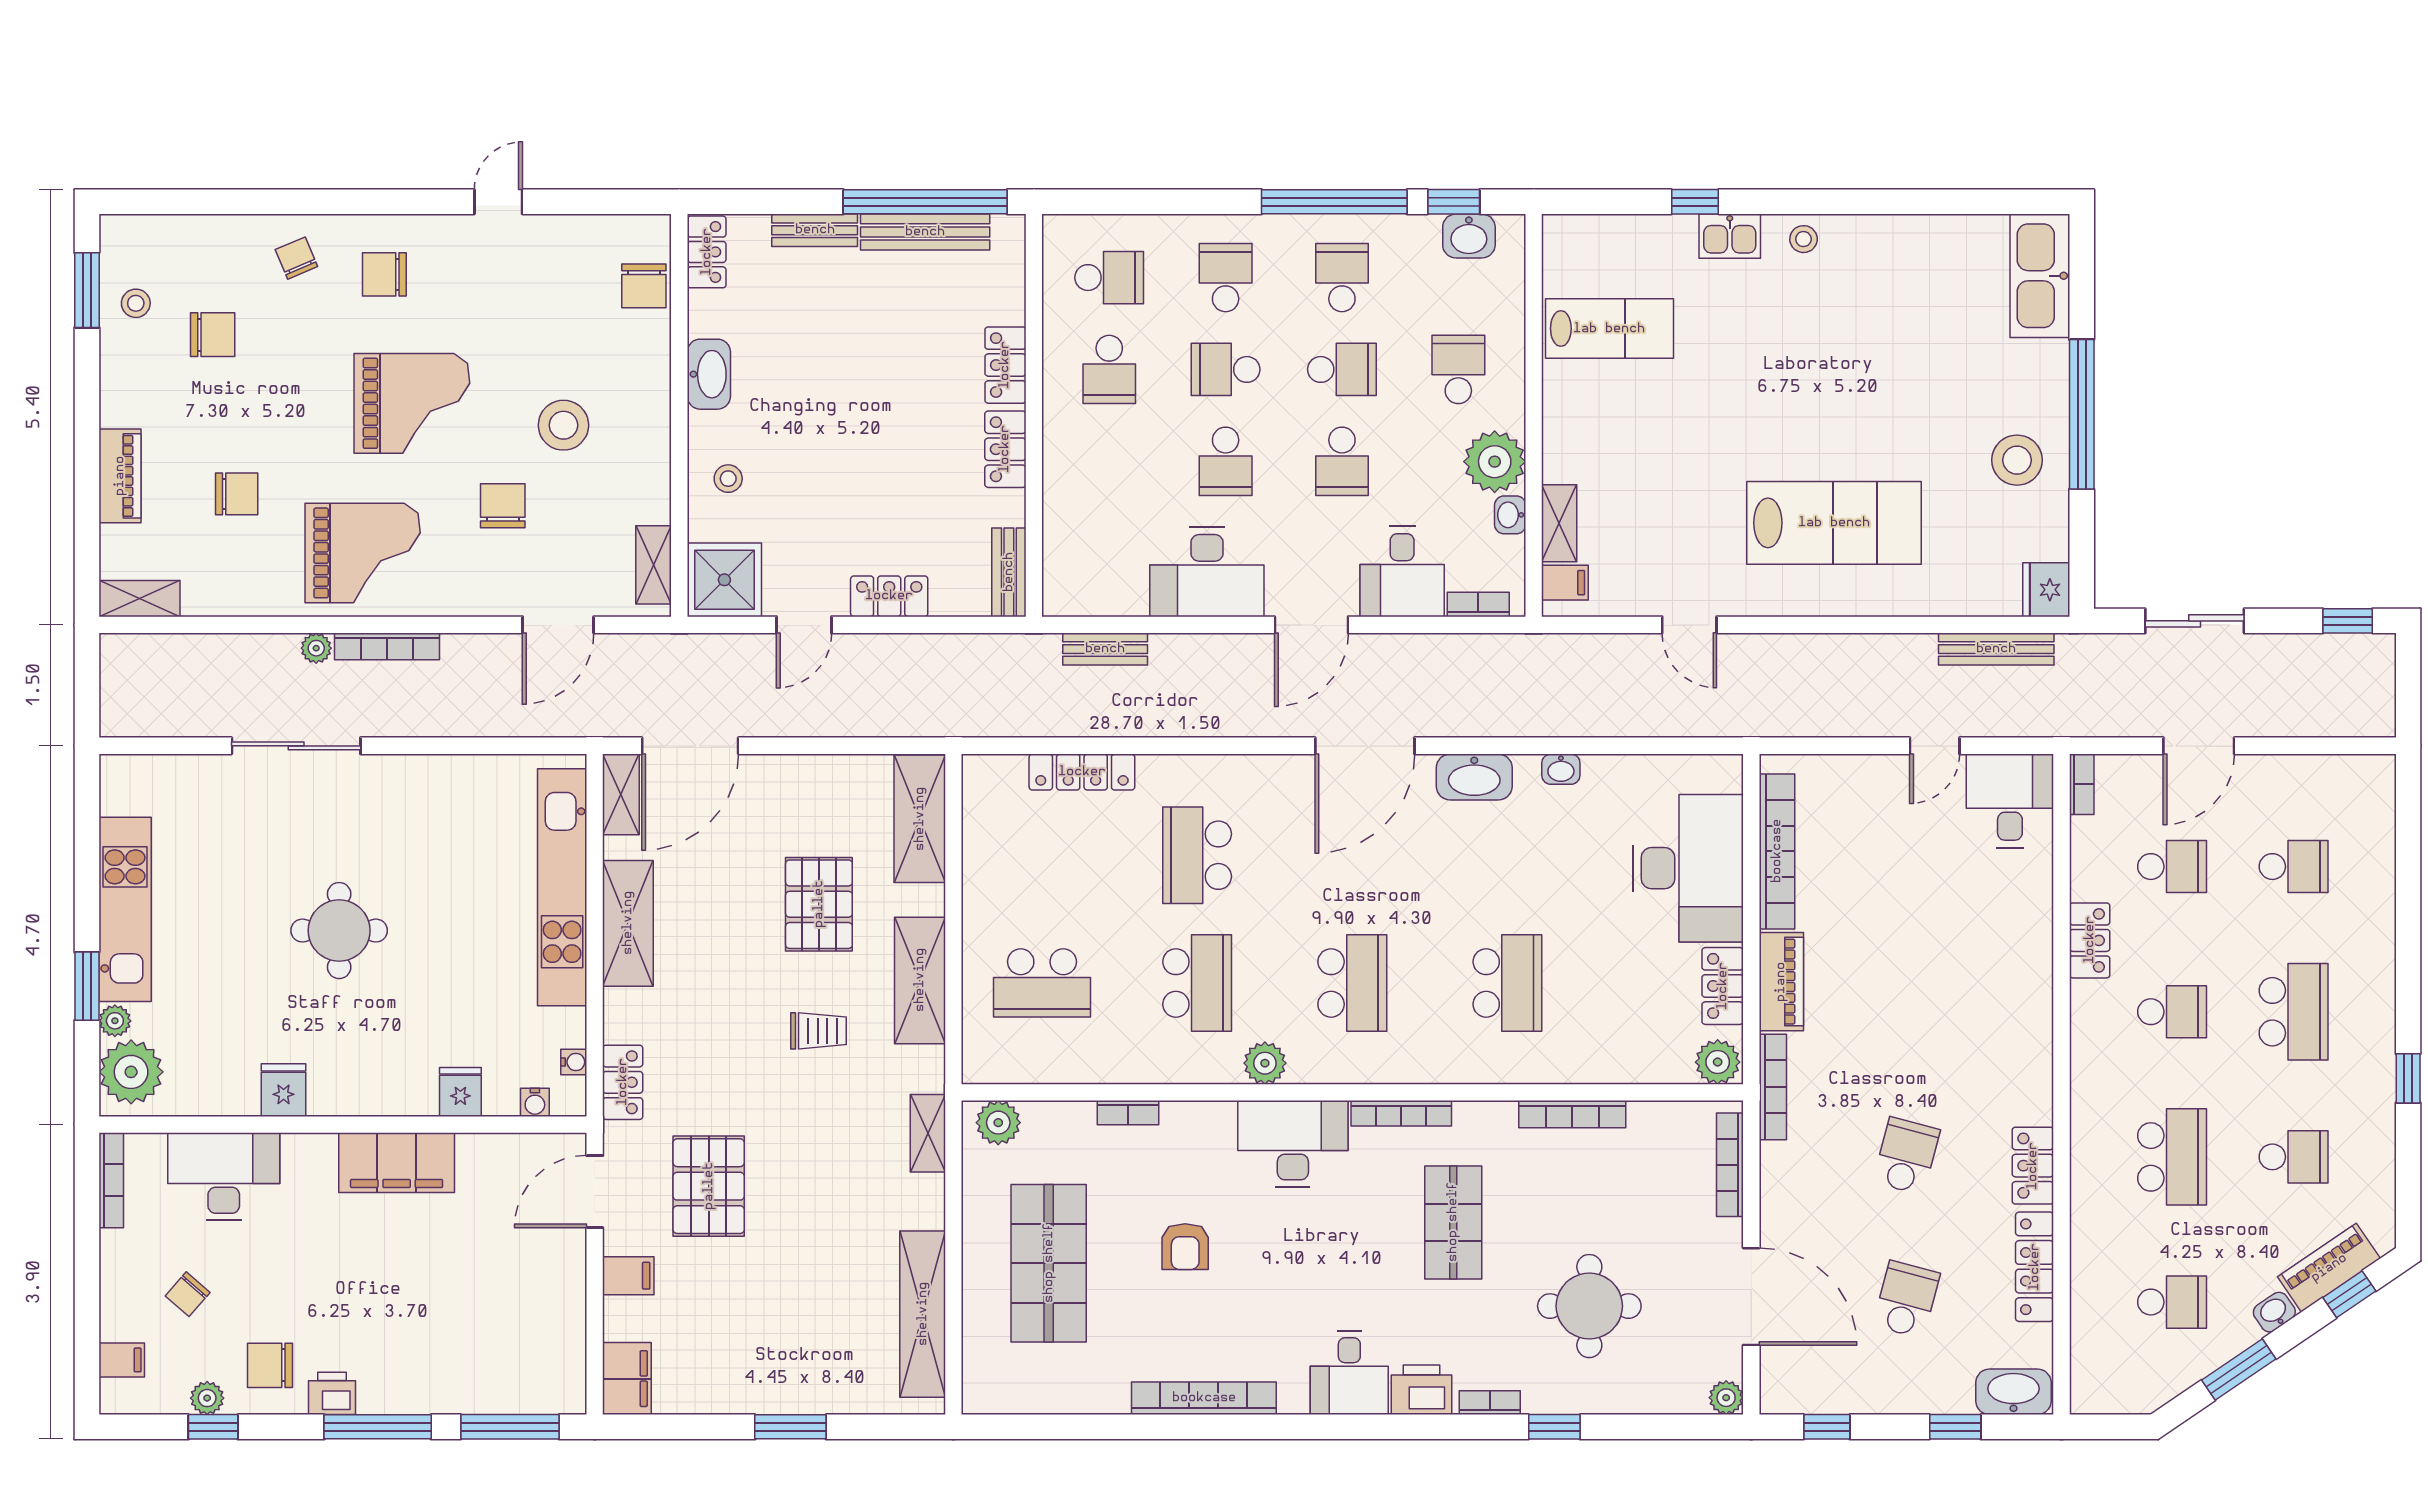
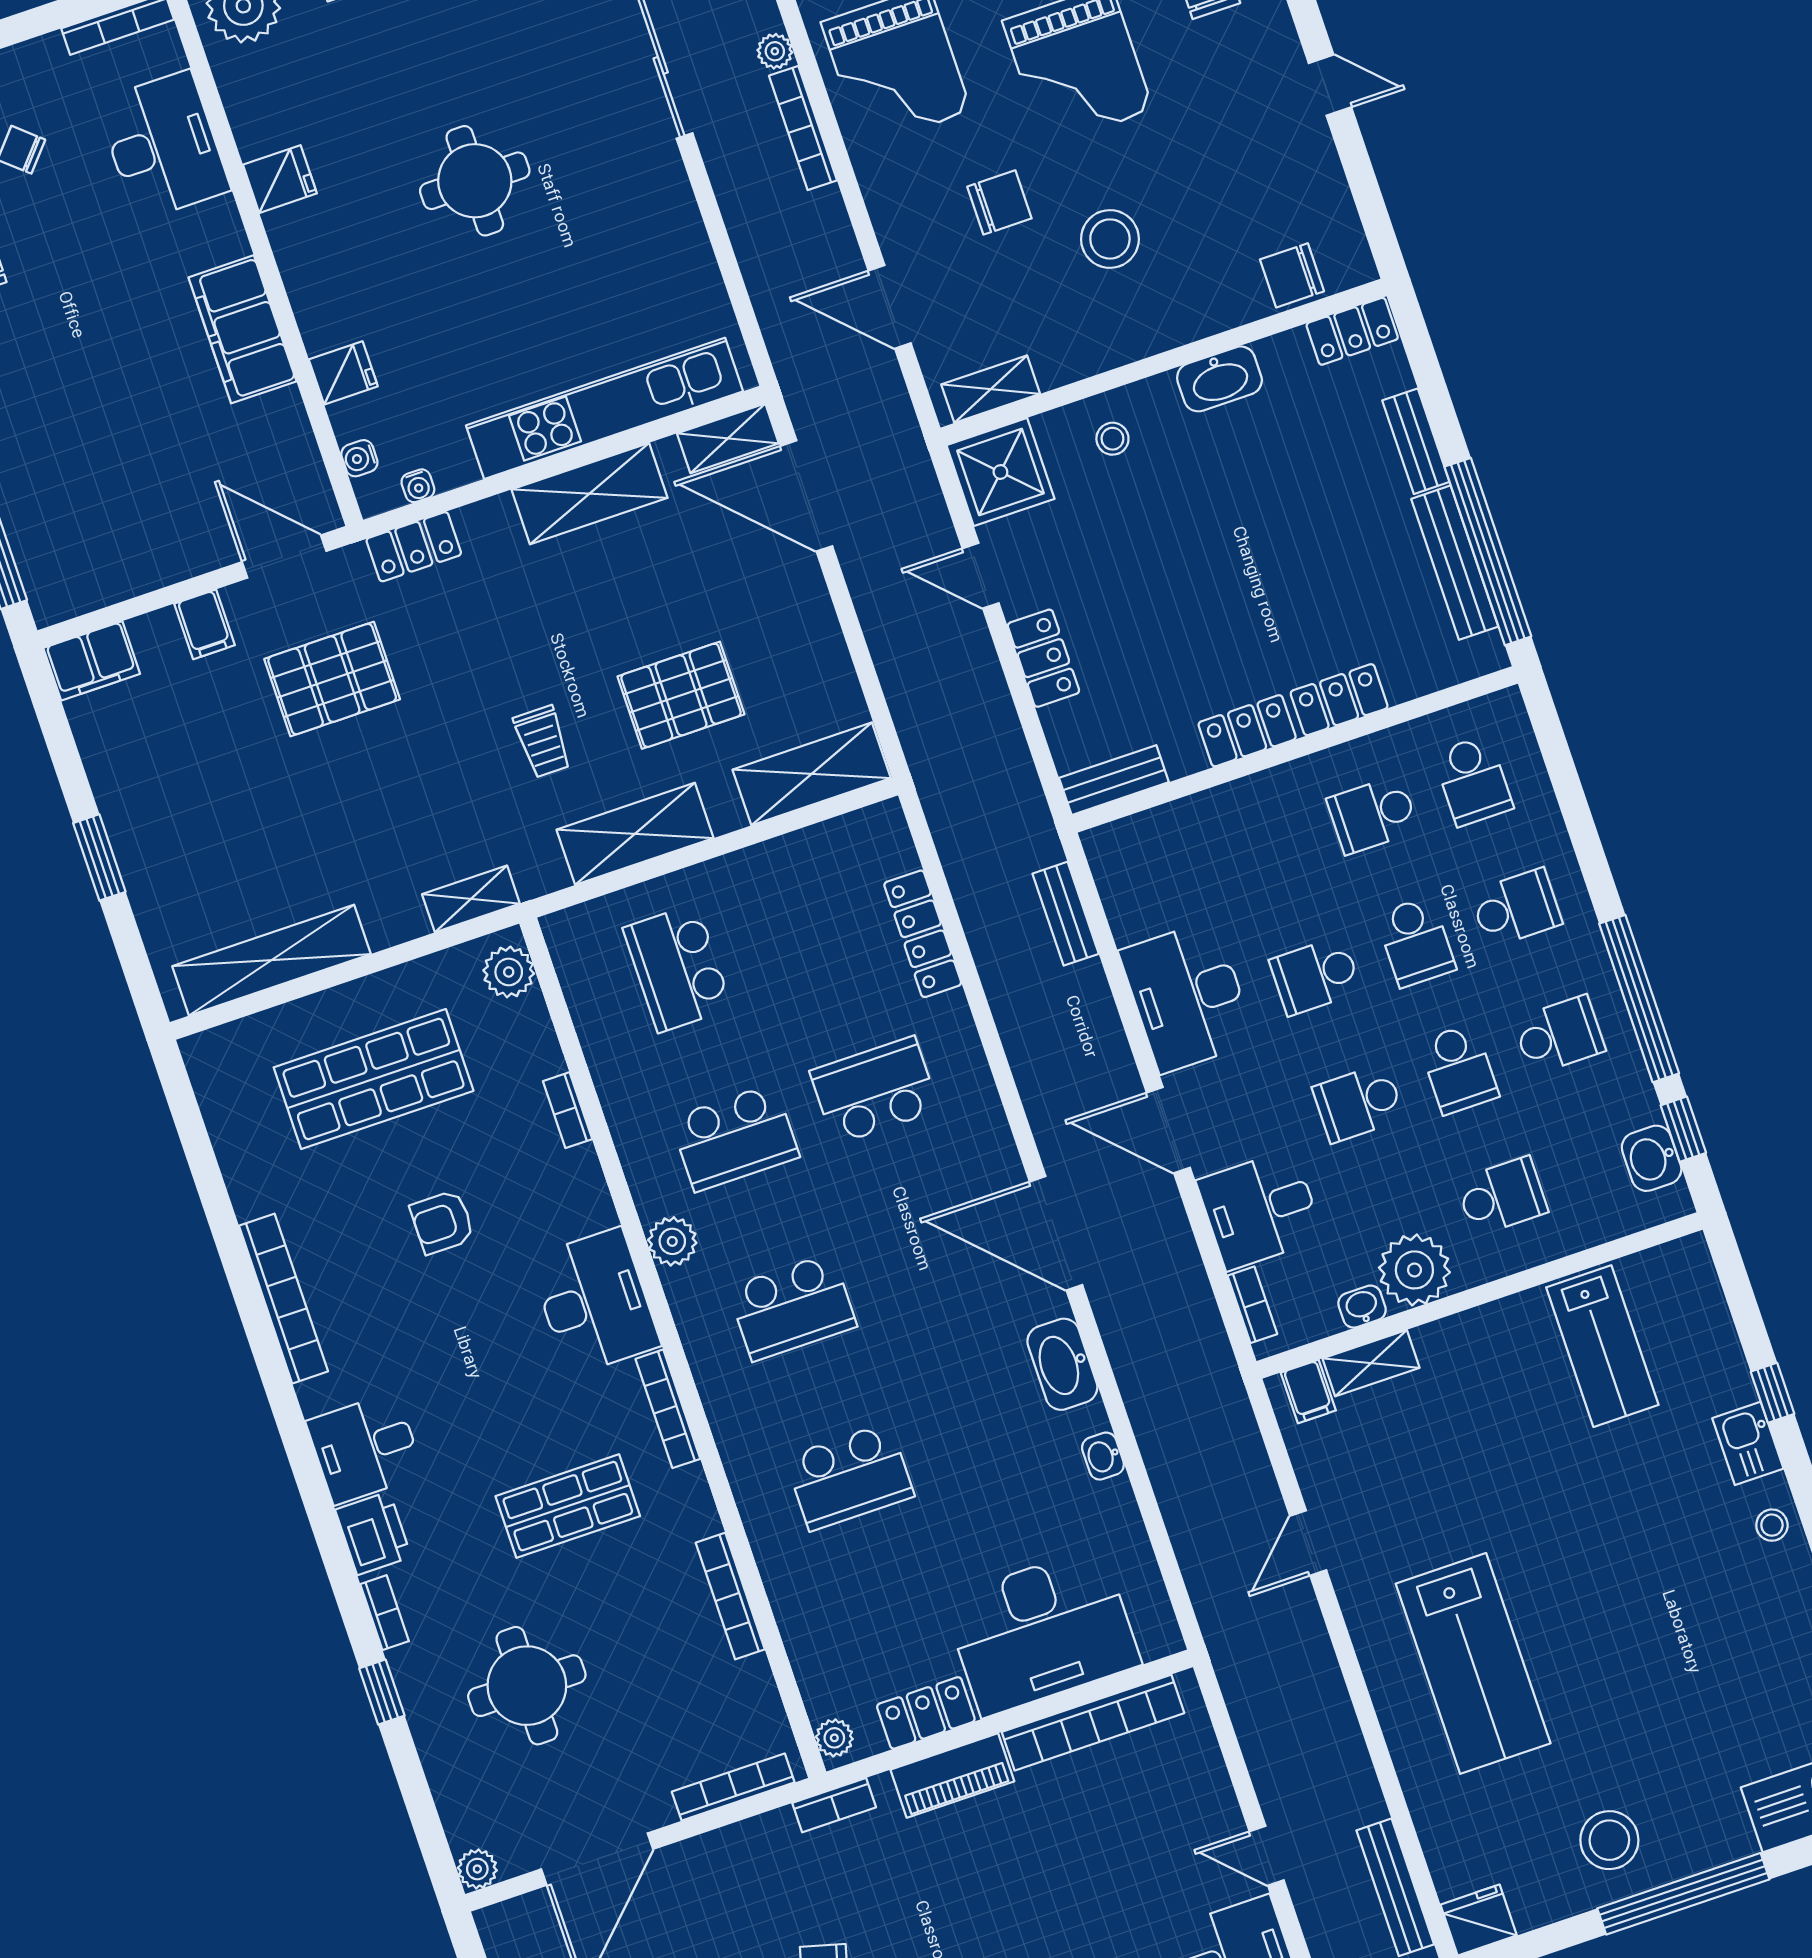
school desk: (1226, 369) -> (1416, 942), turned 180
plant: (1718, 1062) -> (834, 1738), width x0.73, depth x0.73
bookcase: (1773, 1087) -> (834, 1805), width x0.64

